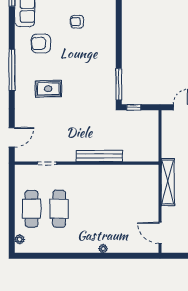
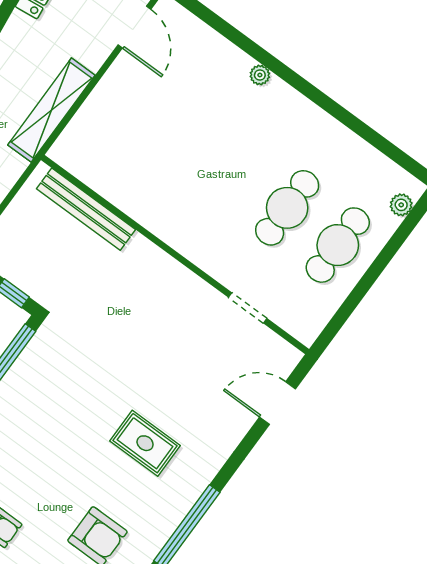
bench: (99, 156) -> (86, 209), moved

